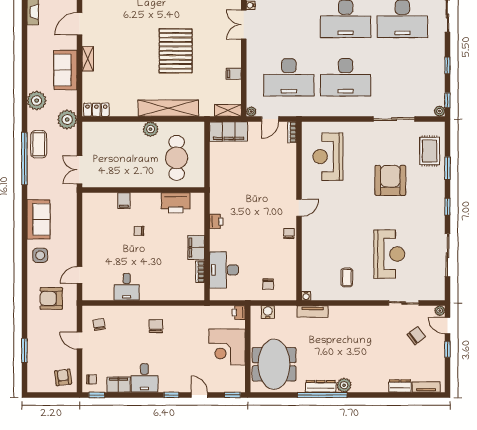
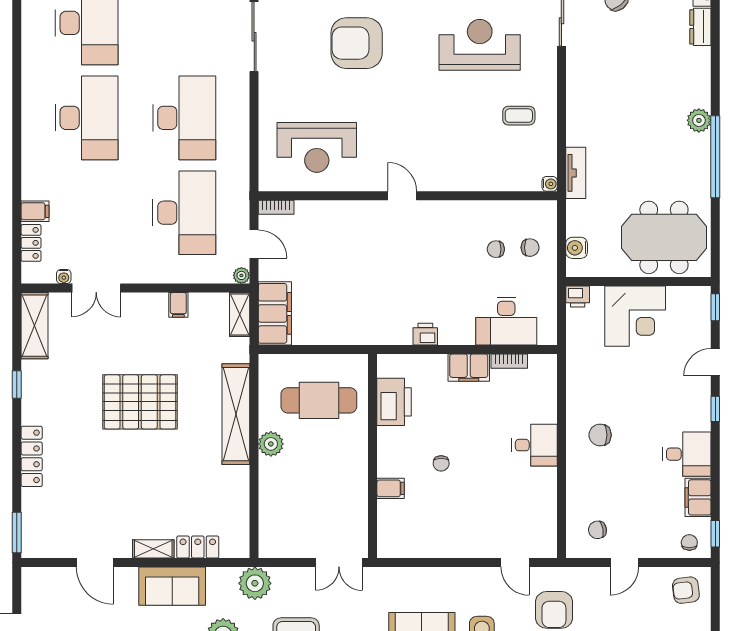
locker: (96, 110) -> (198, 547), moved, turned 90
chair: (289, 234) -> (496, 249), moved
desk: (127, 287) -> (534, 445), moved
dresser: (321, 386) -> (701, 159), removed

